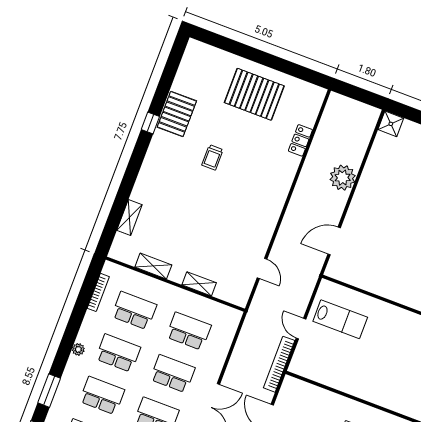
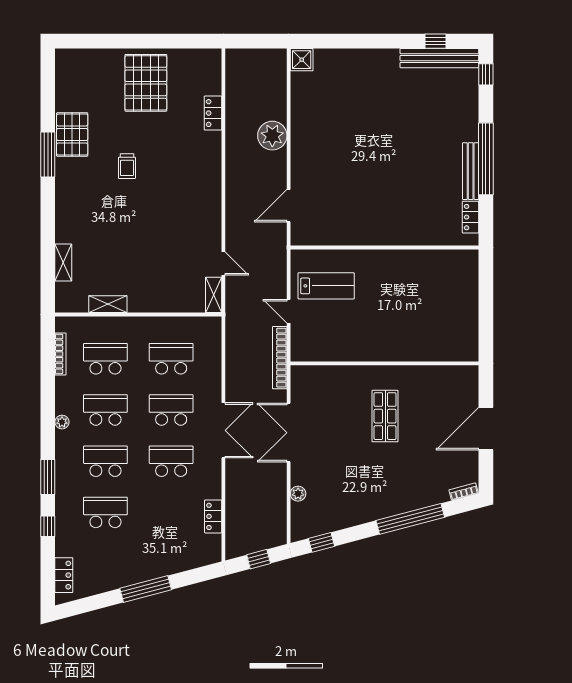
pallet: (254, 94) -> (146, 83), turned 90
window: (150, 123) -> (48, 155), width x2.17
shelving: (199, 284) -> (214, 295), moved, turned 90

